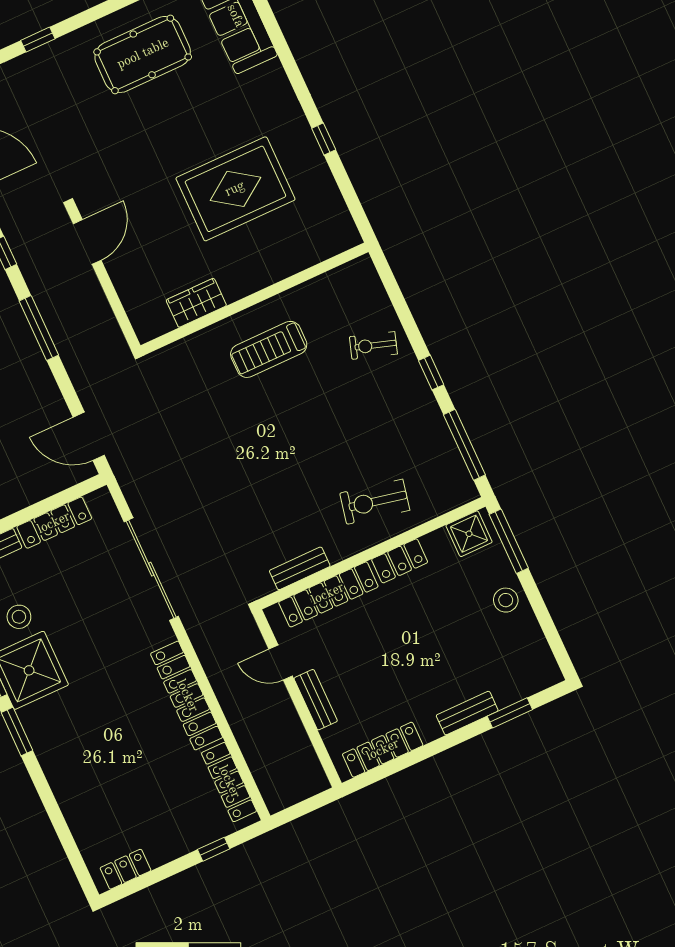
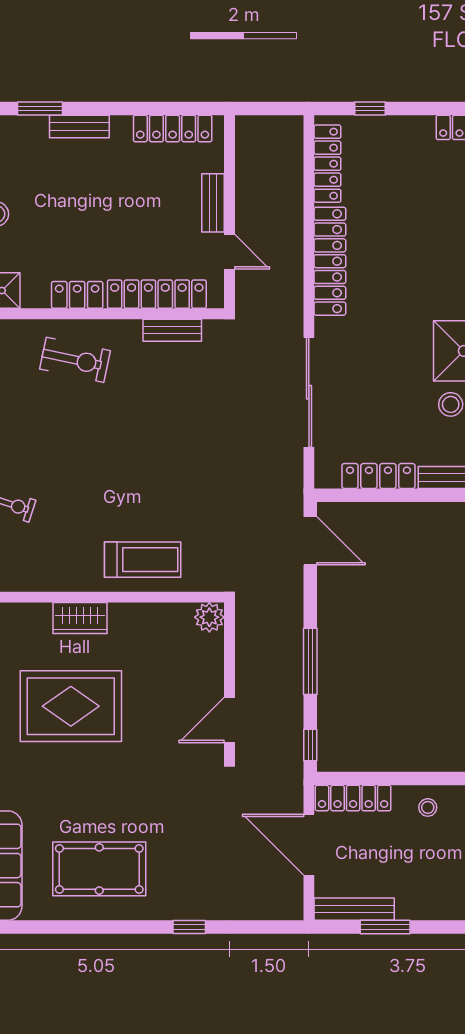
wardrobe: (196, 303) -> (80, 618), moved
plant: (148, 326) -> (209, 617), added
treadmill: (269, 349) -> (143, 560), moved

